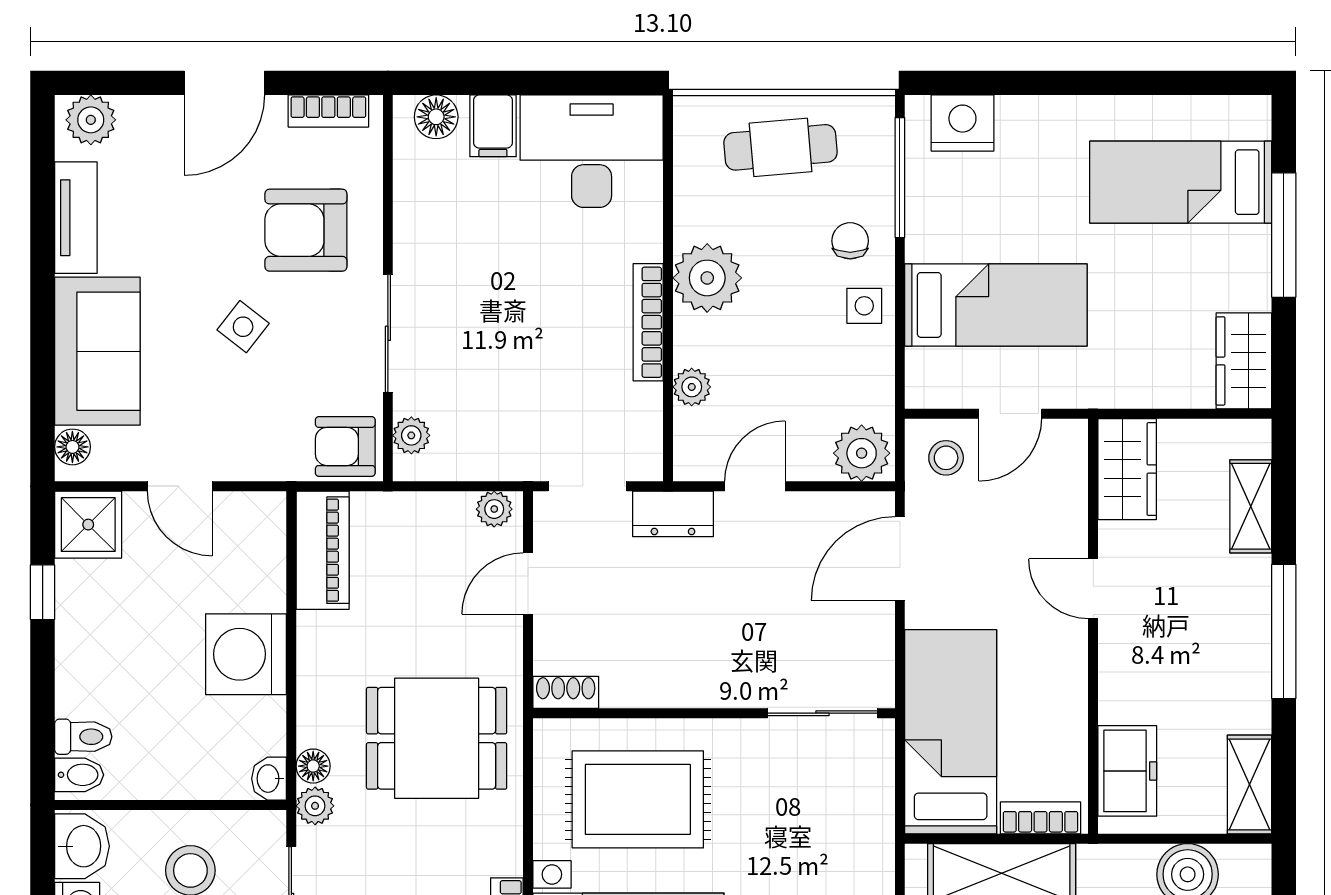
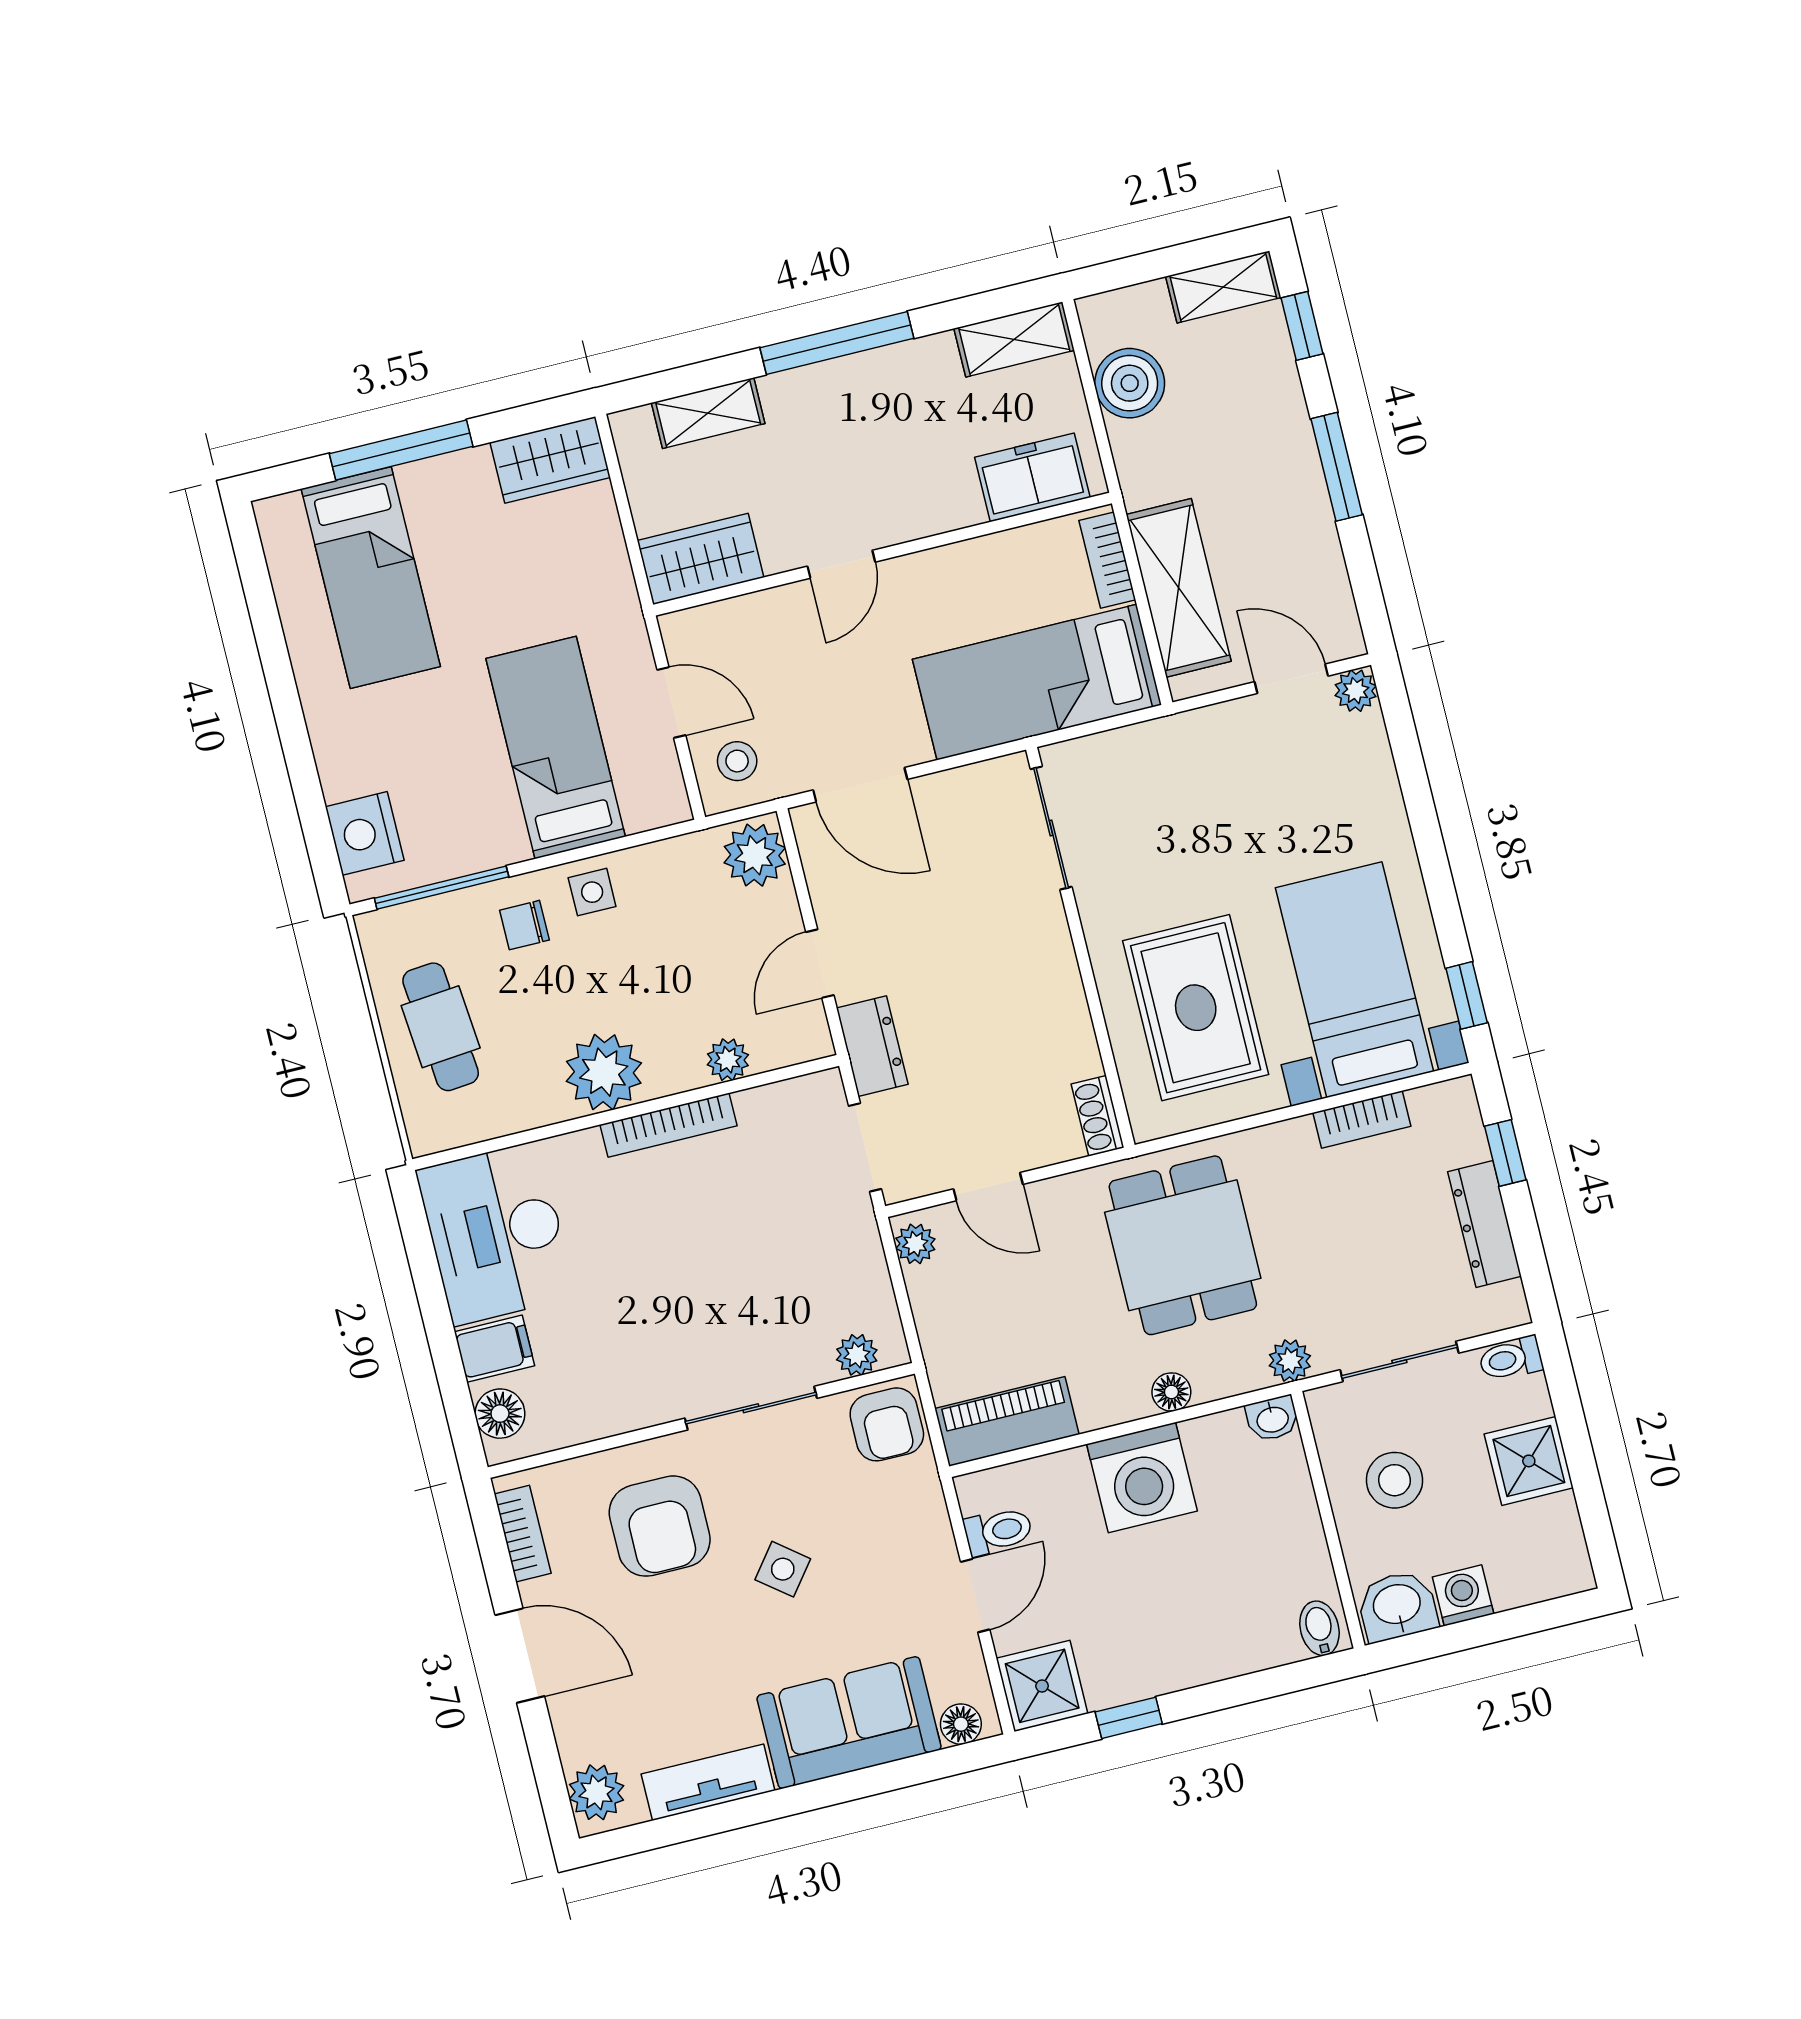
door: (755, 486) -> (820, 964), hinge flipped
toilet: (83, 737) -> (998, 1531), moved, turned 90
floor lamp: (313, 766) -> (1171, 1392), moved

